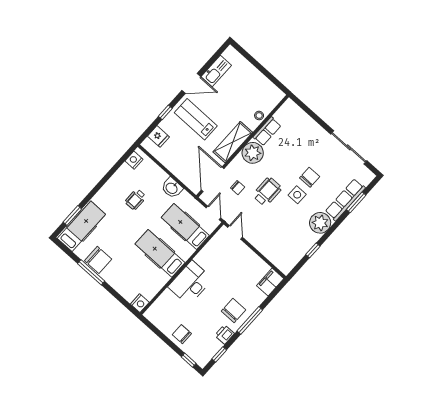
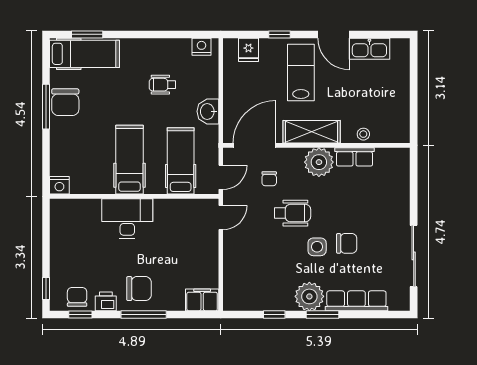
window: (356, 202) -> (322, 315), moved
chair: (182, 334) -> (77, 297), moved

